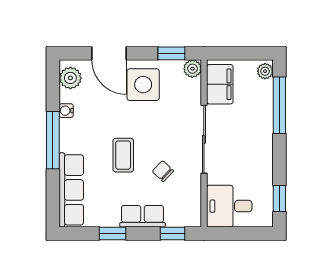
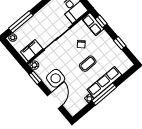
plant: (70, 78) -> (76, 107), removed
row of seats: (71, 190) -> (104, 82), moved
row of seats: (142, 216) -> (93, 24), moved

